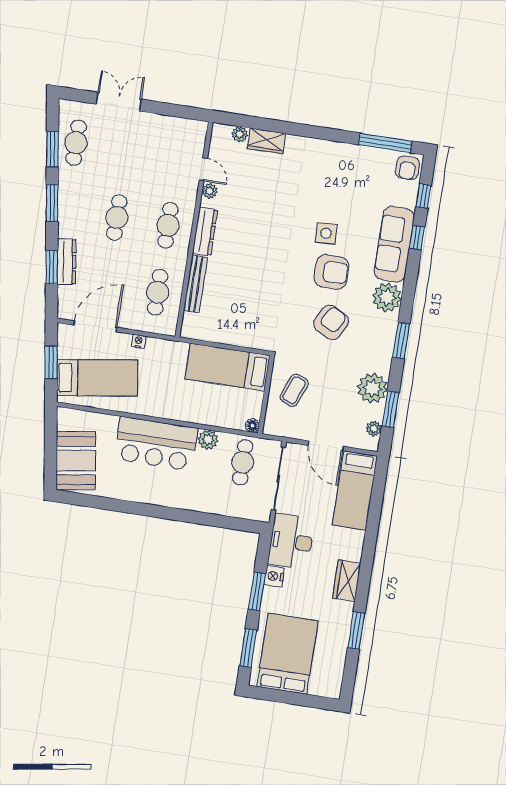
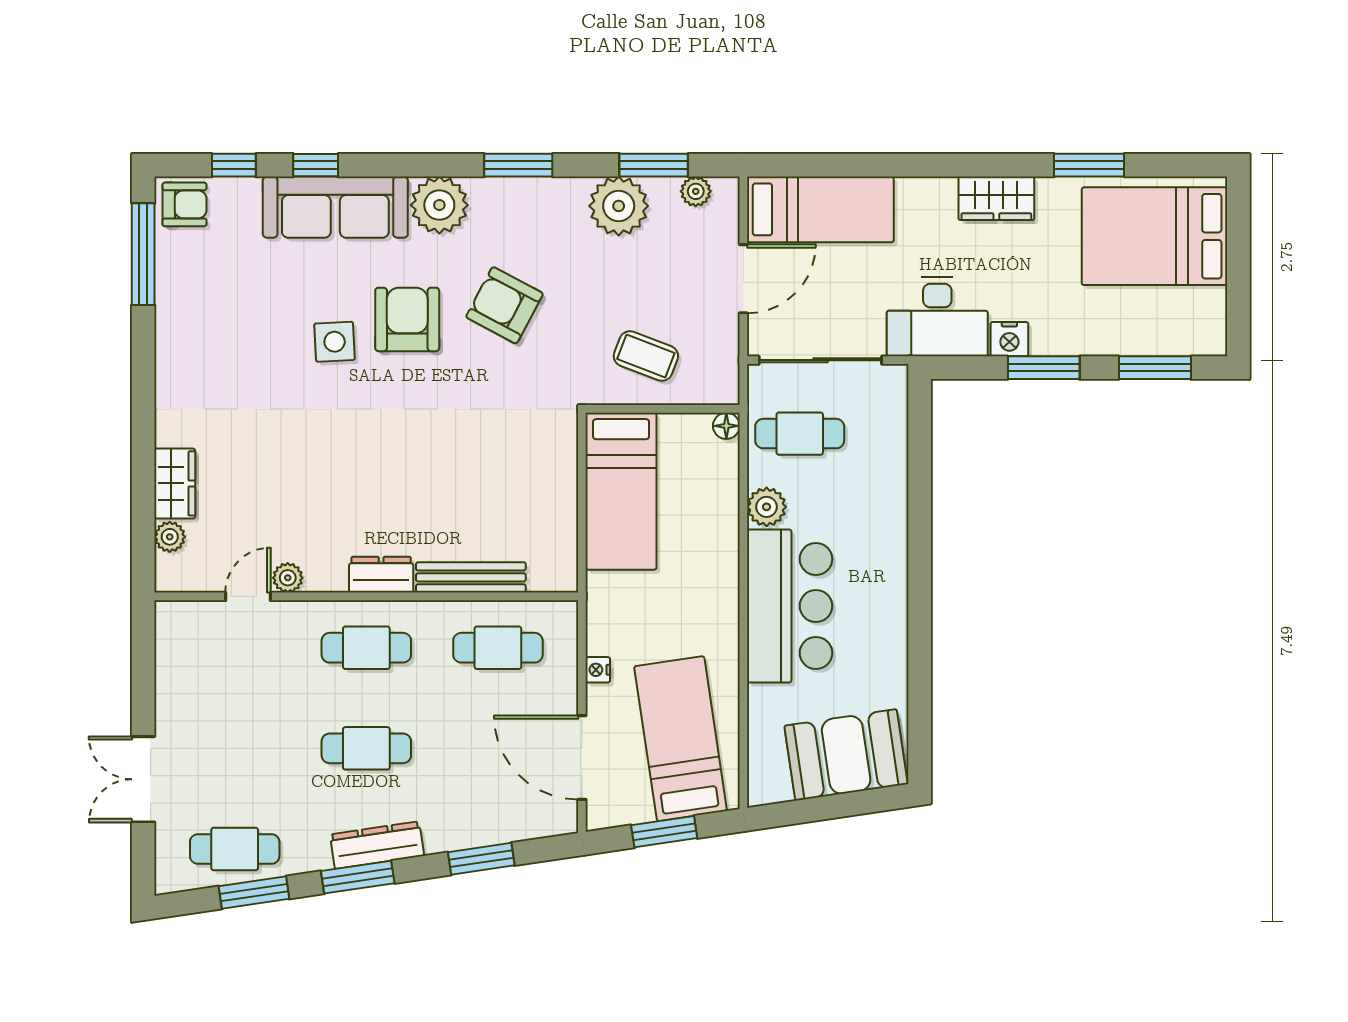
dresser: (205, 232) -> (381, 575), width x0.70
dresser: (67, 262) -> (377, 845), moved
bed: (287, 654) -> (1155, 236), moved

